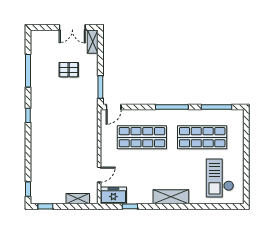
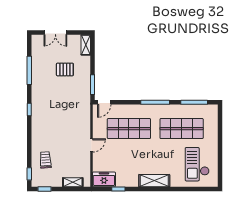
double door: (72, 27) -> (55, 32), moved
trolley: (47, 173) -> (46, 160), added
door: (99, 175) -> (91, 145), moved

